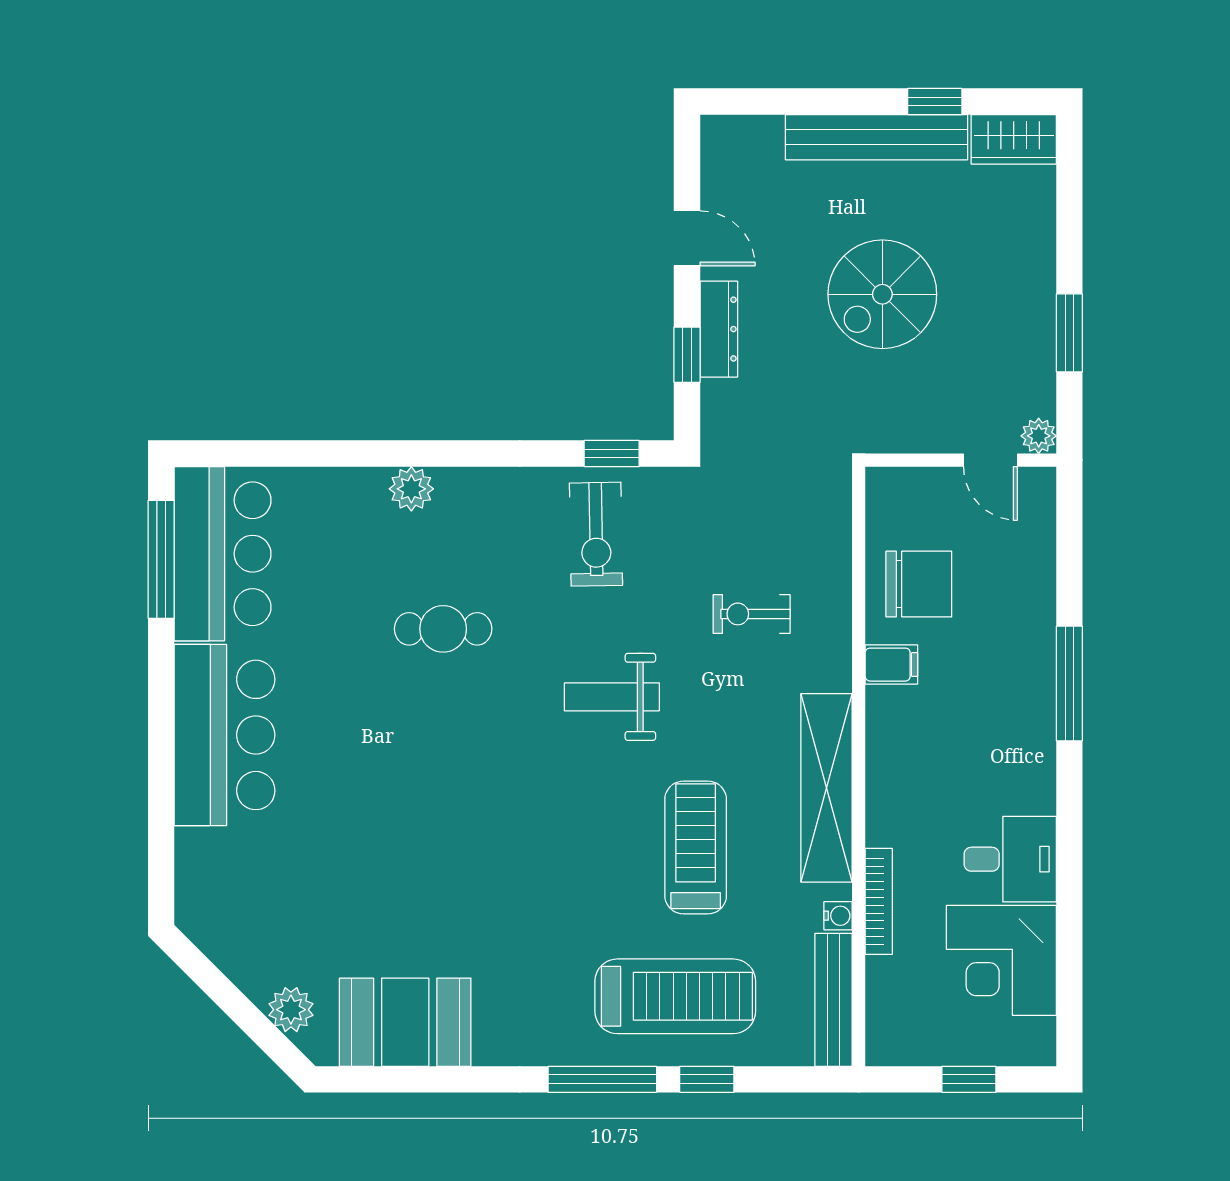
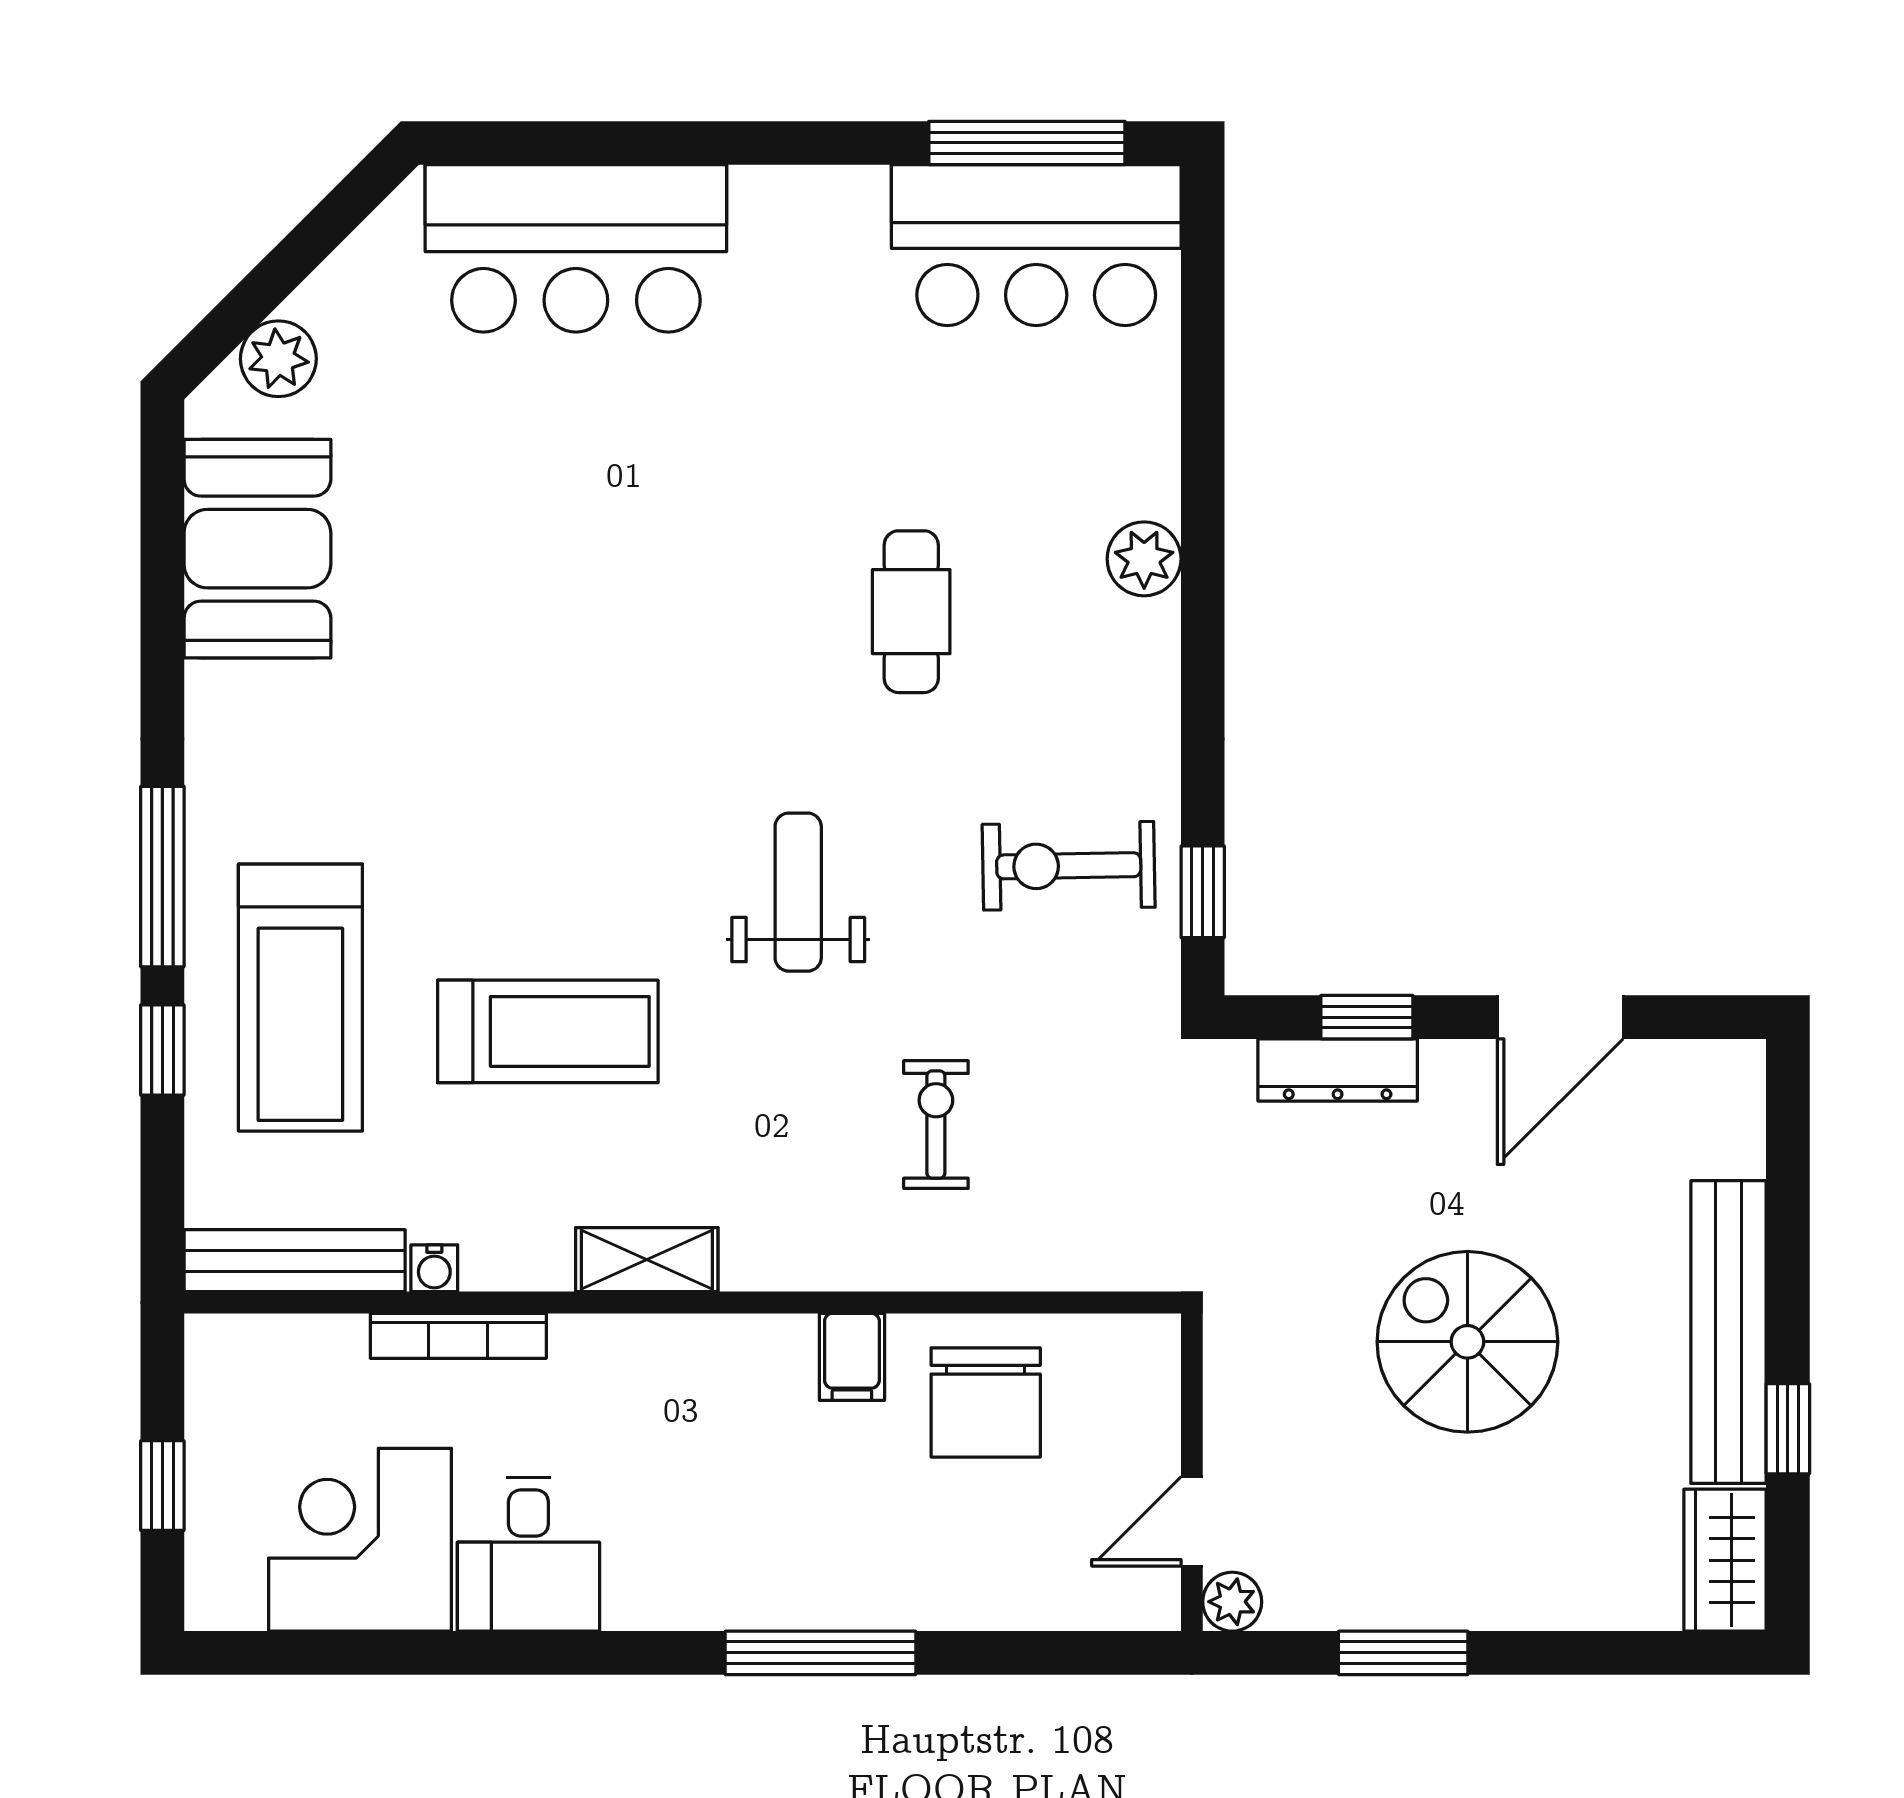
door: (687, 238) -> (1560, 1017), width x1.38
dresser: (719, 329) -> (1338, 1070), moved
bar counter: (225, 735) -> (576, 248), moved
shelving: (826, 788) -> (647, 1260), width x0.45, depth x0.75

